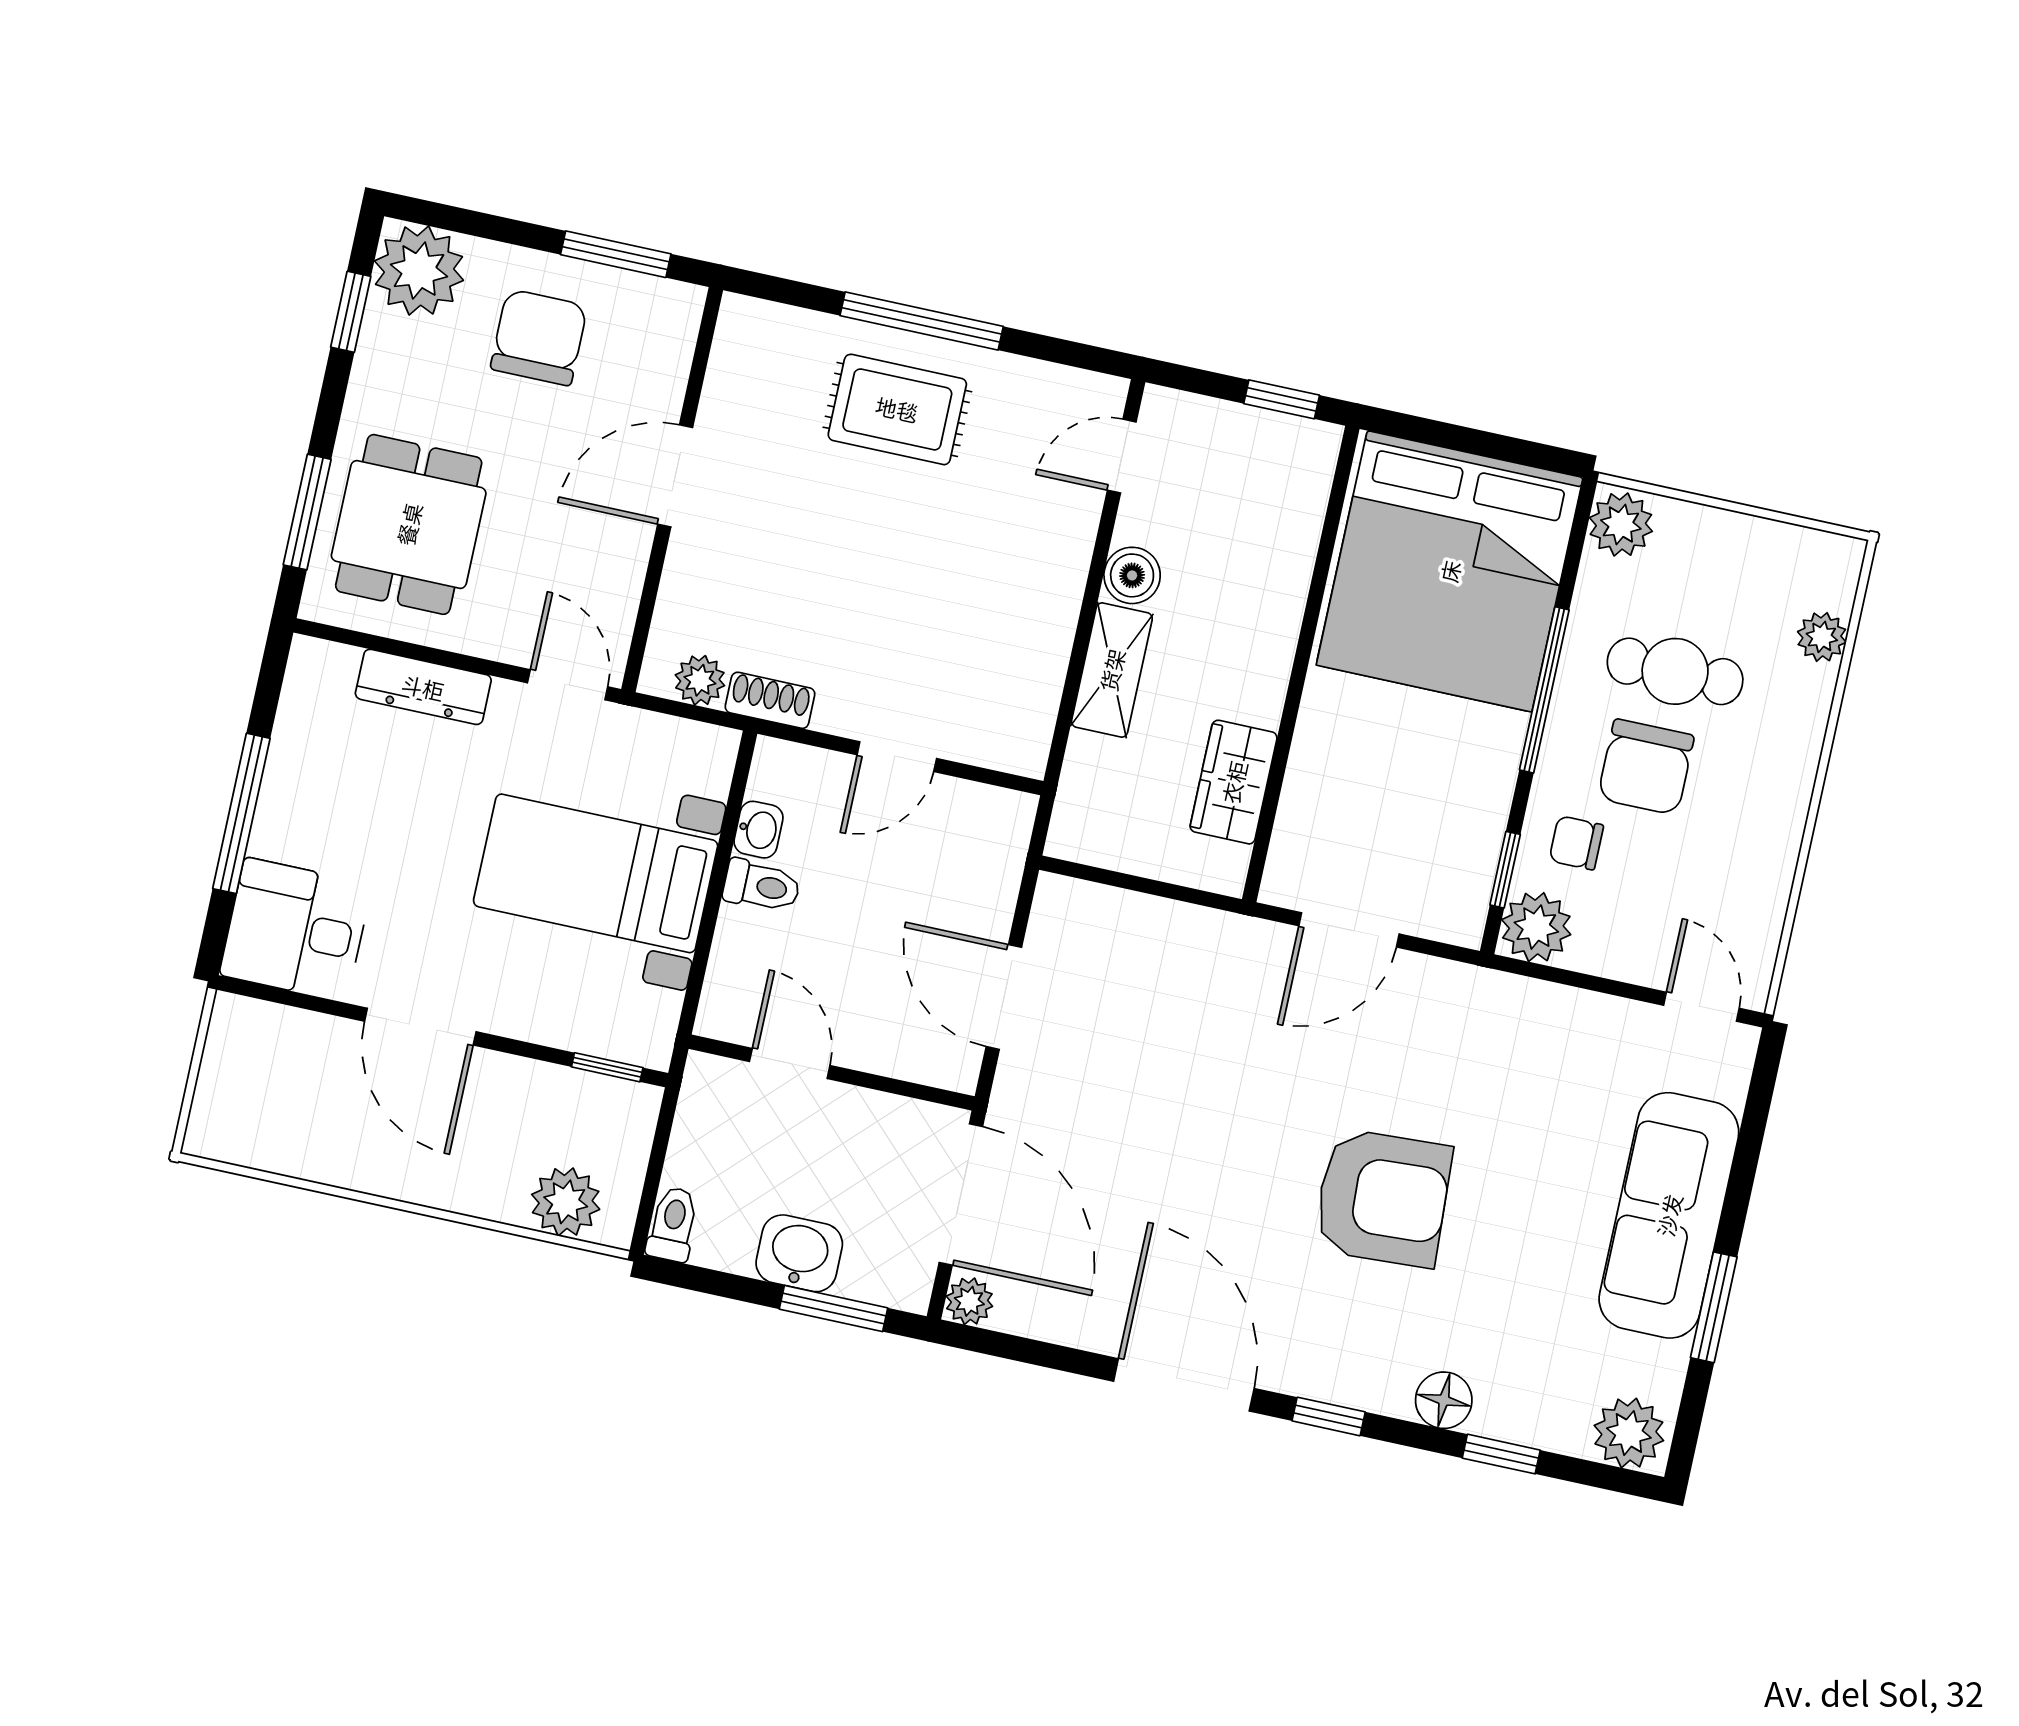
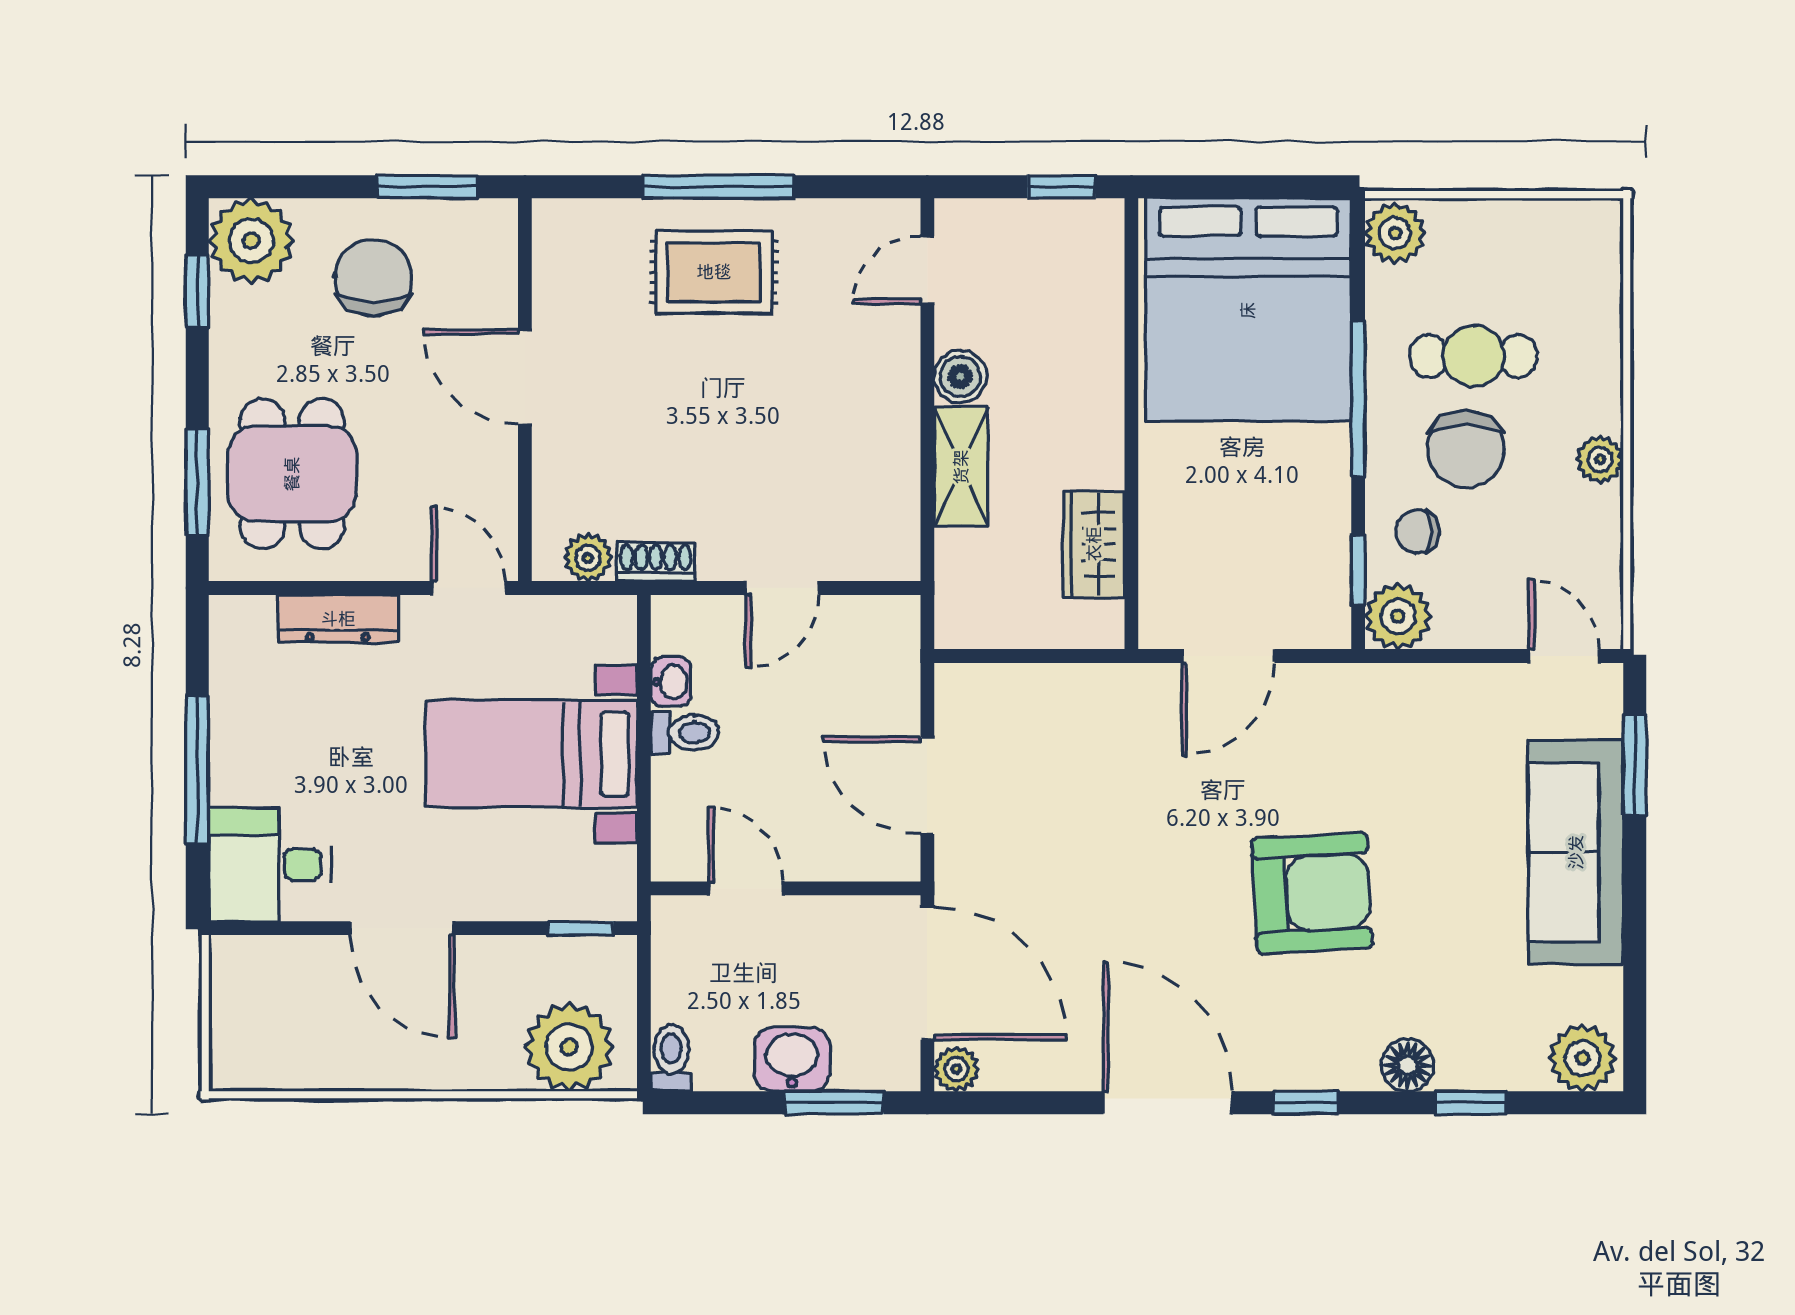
door: (675, 476) -> (525, 377), hinge flipped
plant: (1822, 637) -> (1600, 459), moved
plant: (566, 1202) -> (569, 1047), width x1.36, depth x1.36
window: (1714, 1307) -> (1635, 765), moved

